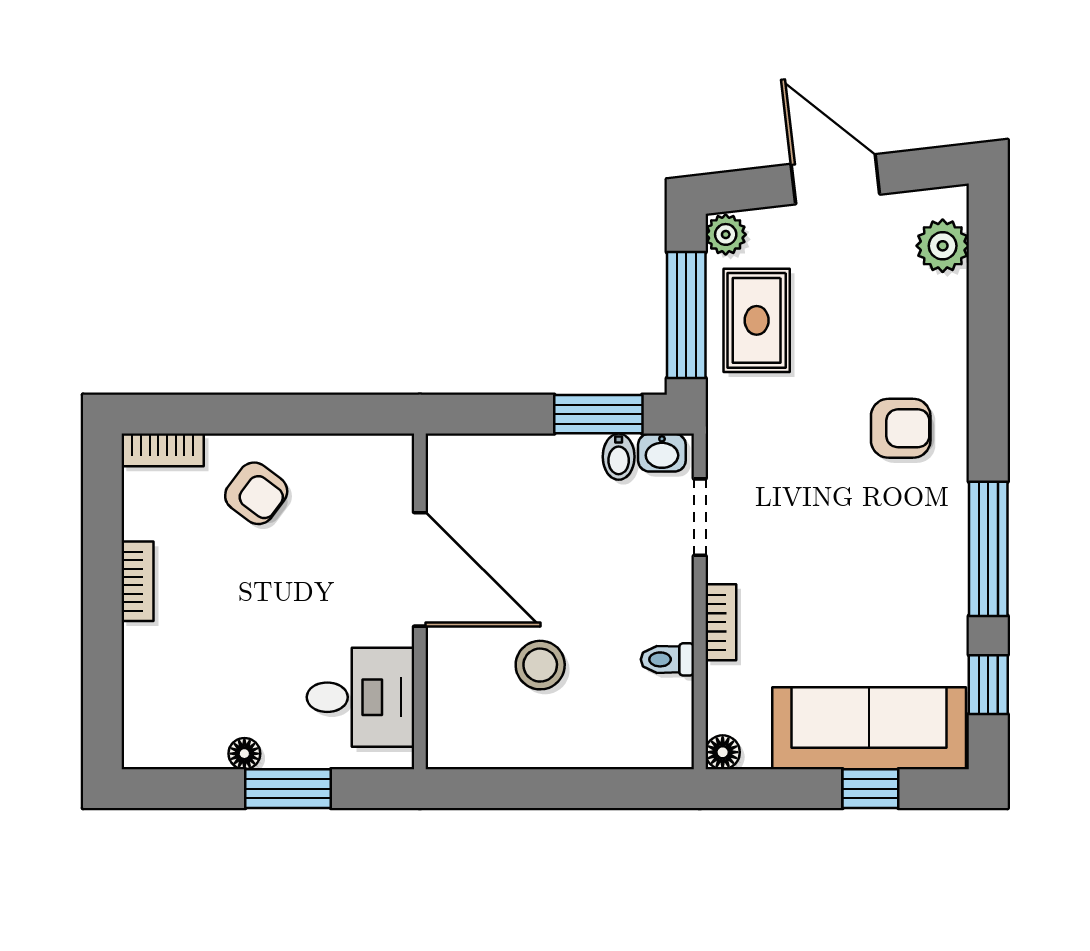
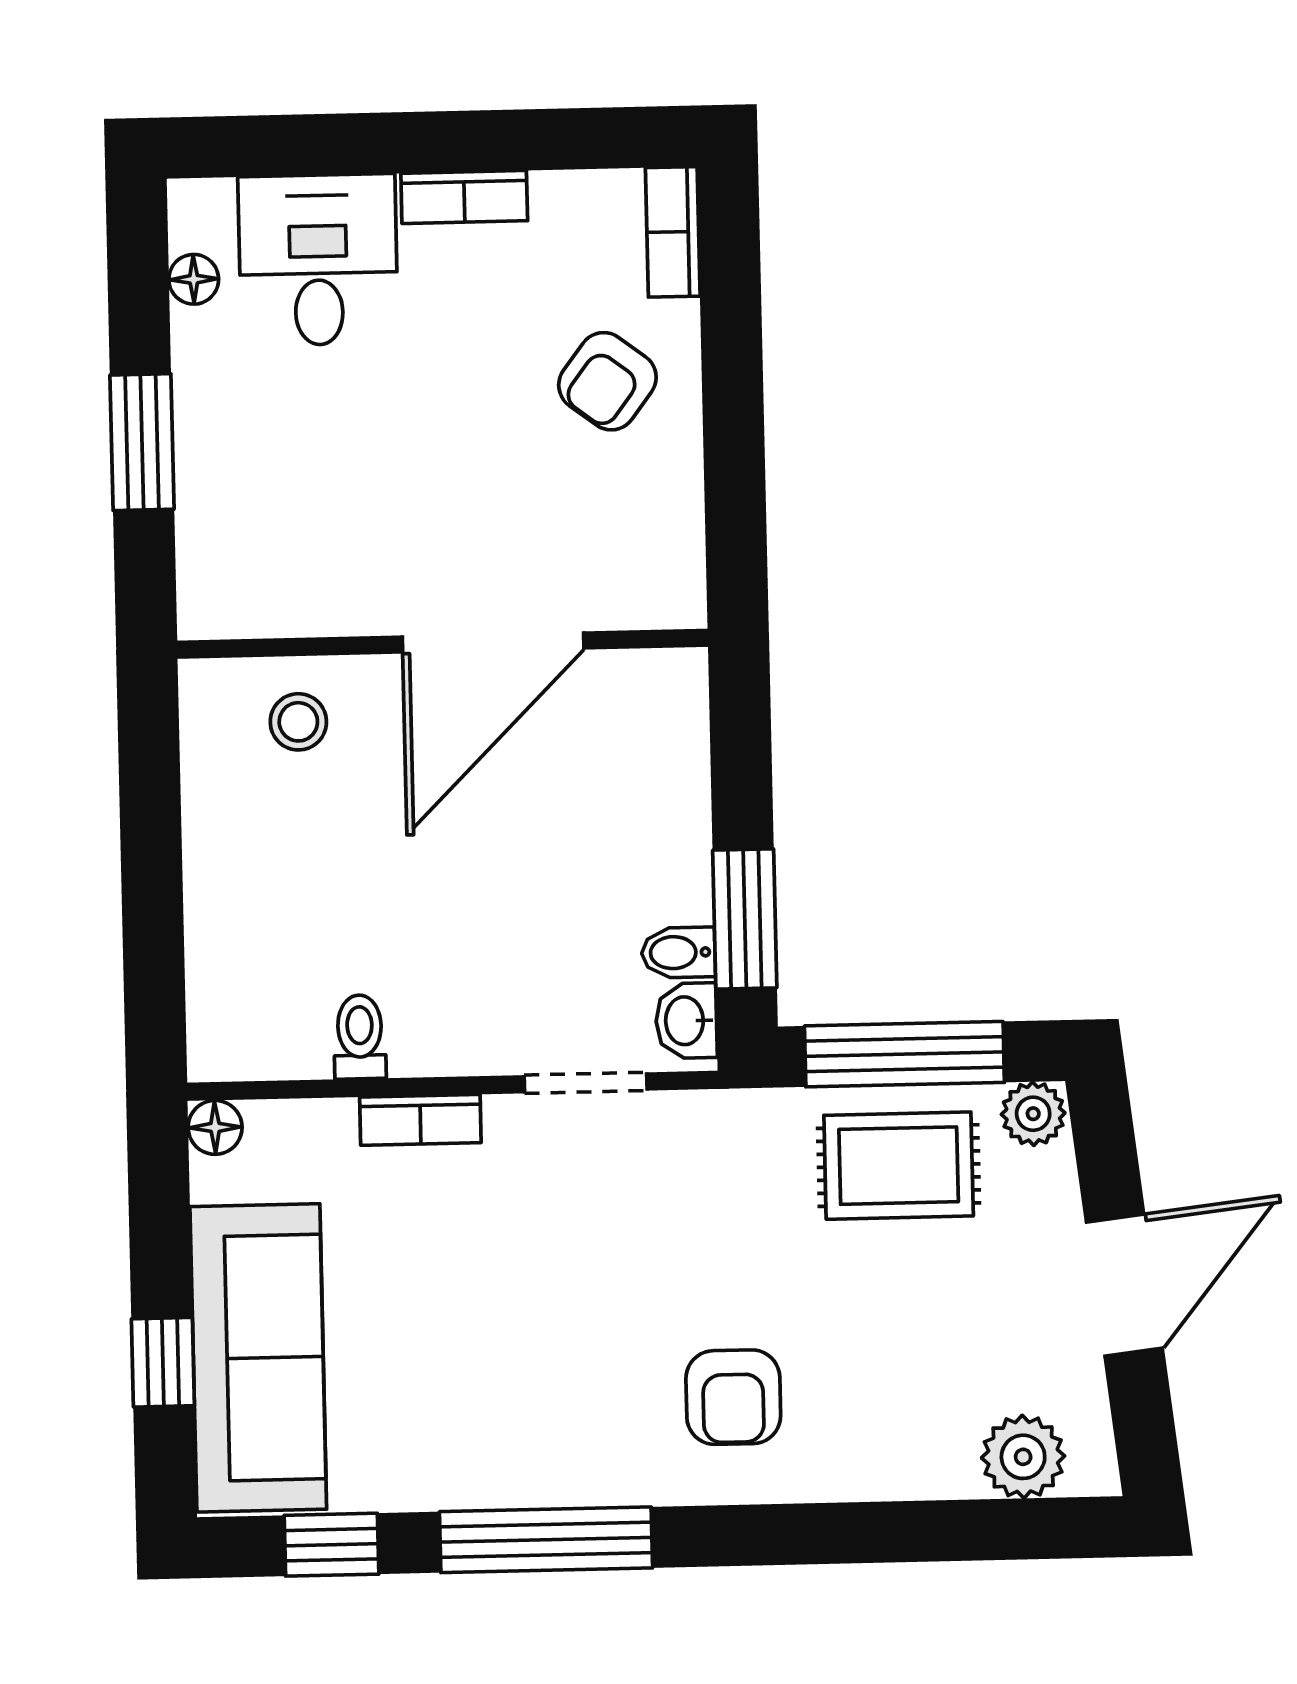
stool: (540, 665) -> (298, 722), moved, width x0.73, depth x0.73
desk: (360, 697) -> (318, 260), moved, turned 180
floor lamp: (244, 754) -> (194, 279), moved

